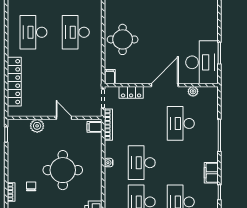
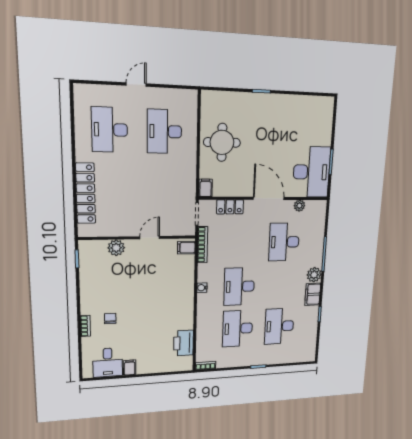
door: (165, 85) -> (269, 198), hinge flipped
door: (64, 118) -> (150, 238), hinge flipped
plant: (211, 154) -> (314, 275), added
round table: (63, 170) -> (148, 298), removed

